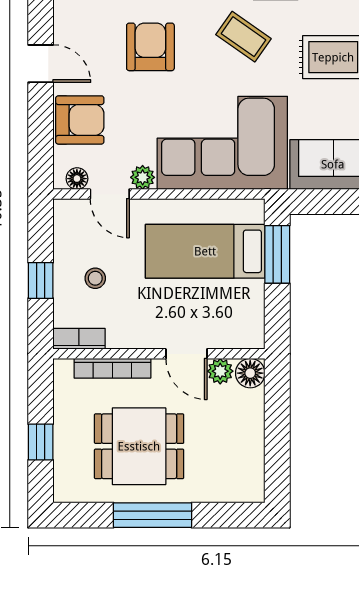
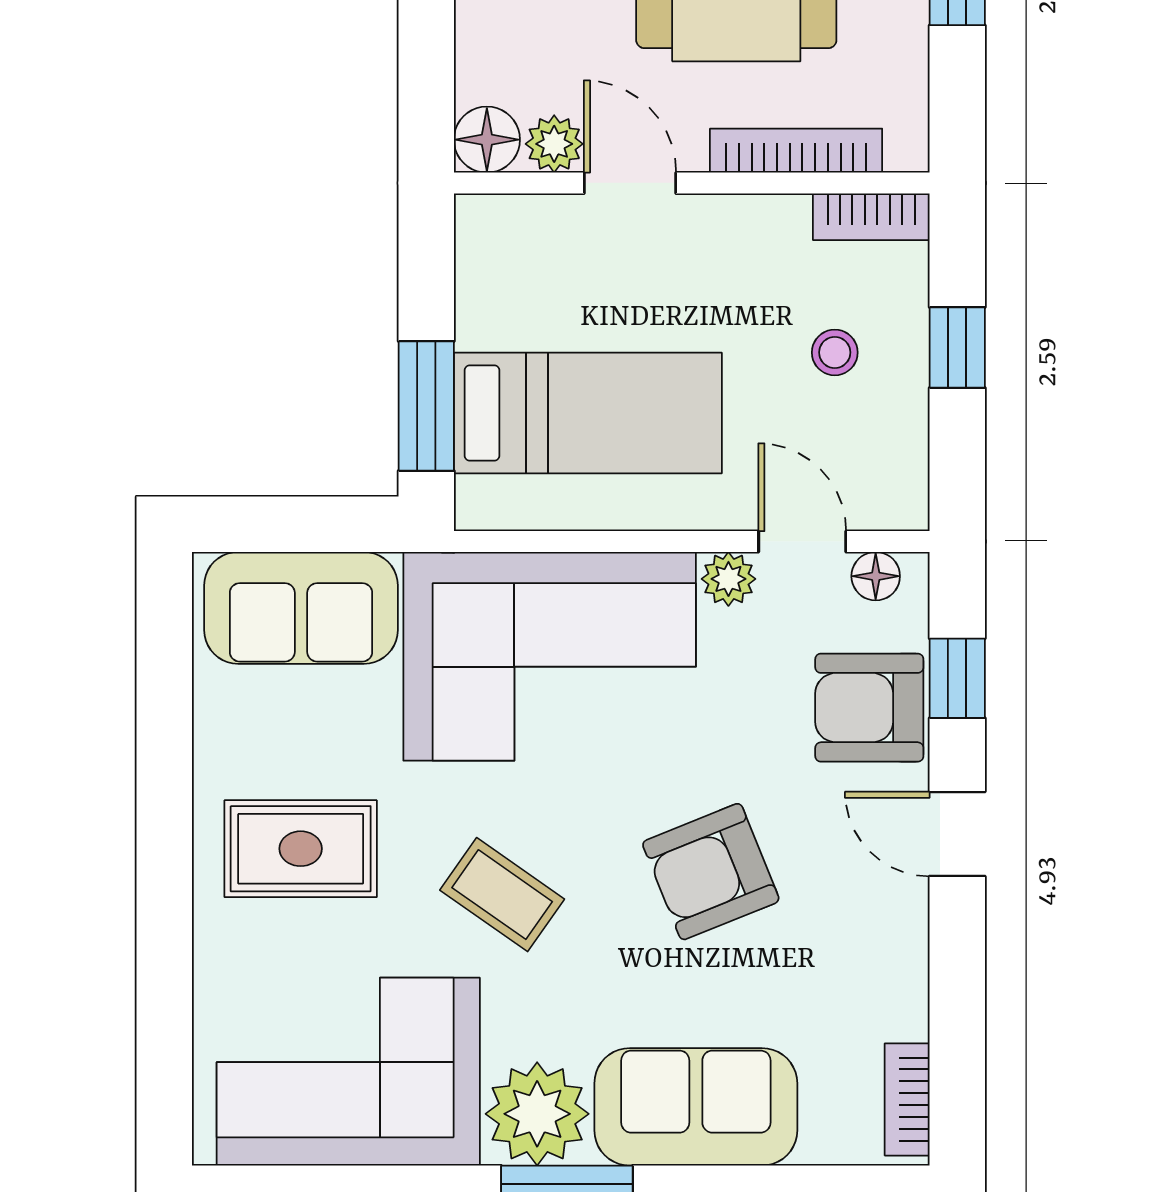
armchair: (150, 47) -> (711, 872), turned 68
window: (41, 133) -> (957, 678), added

